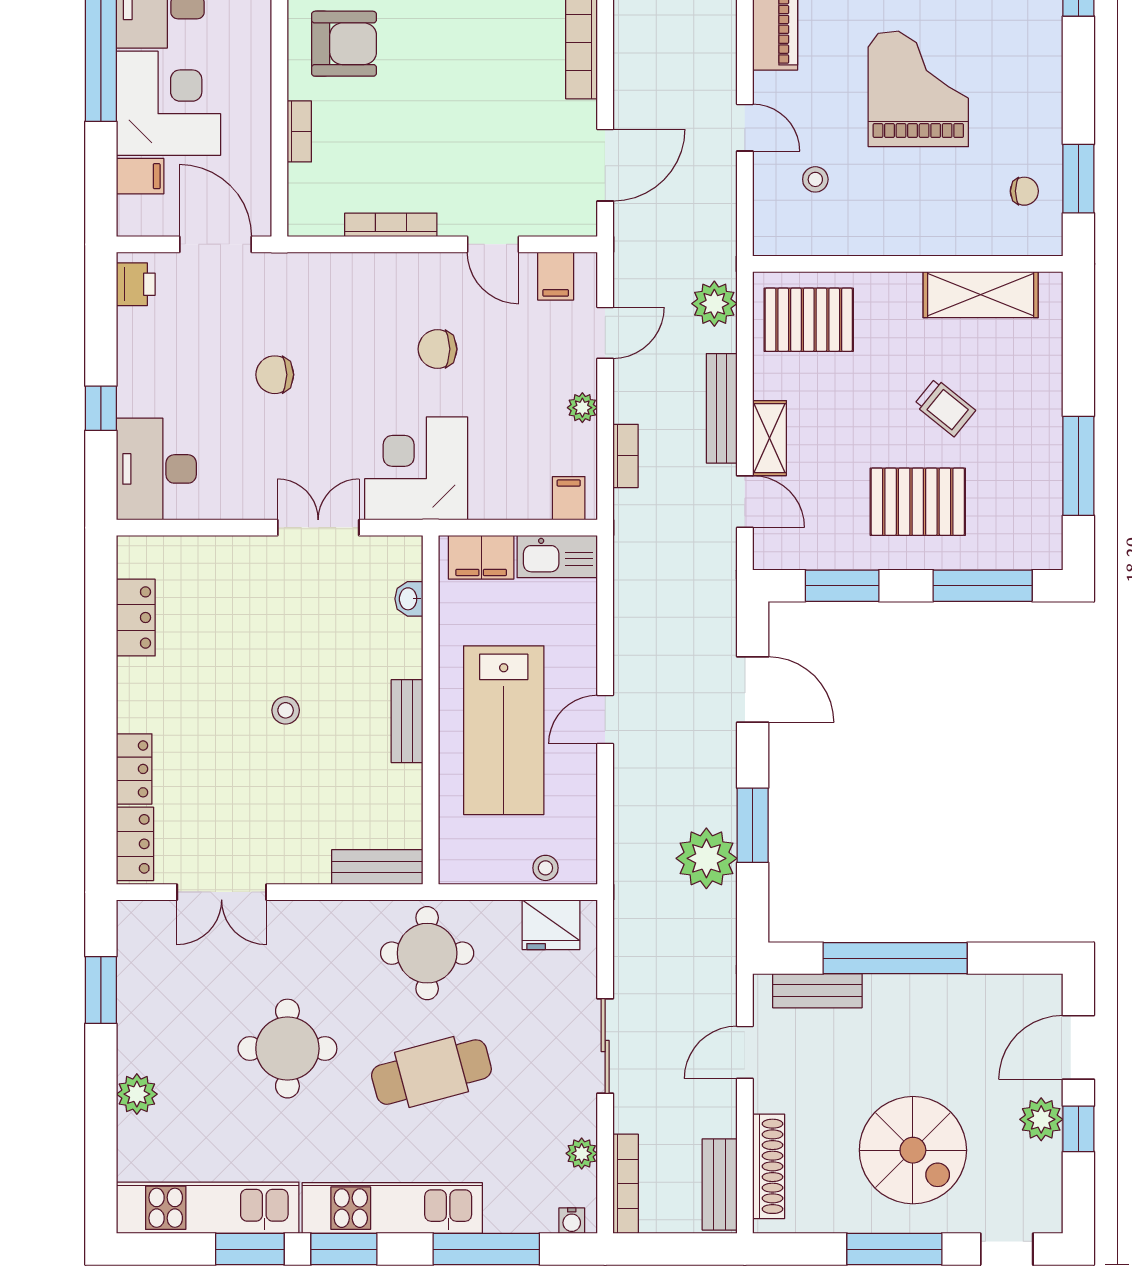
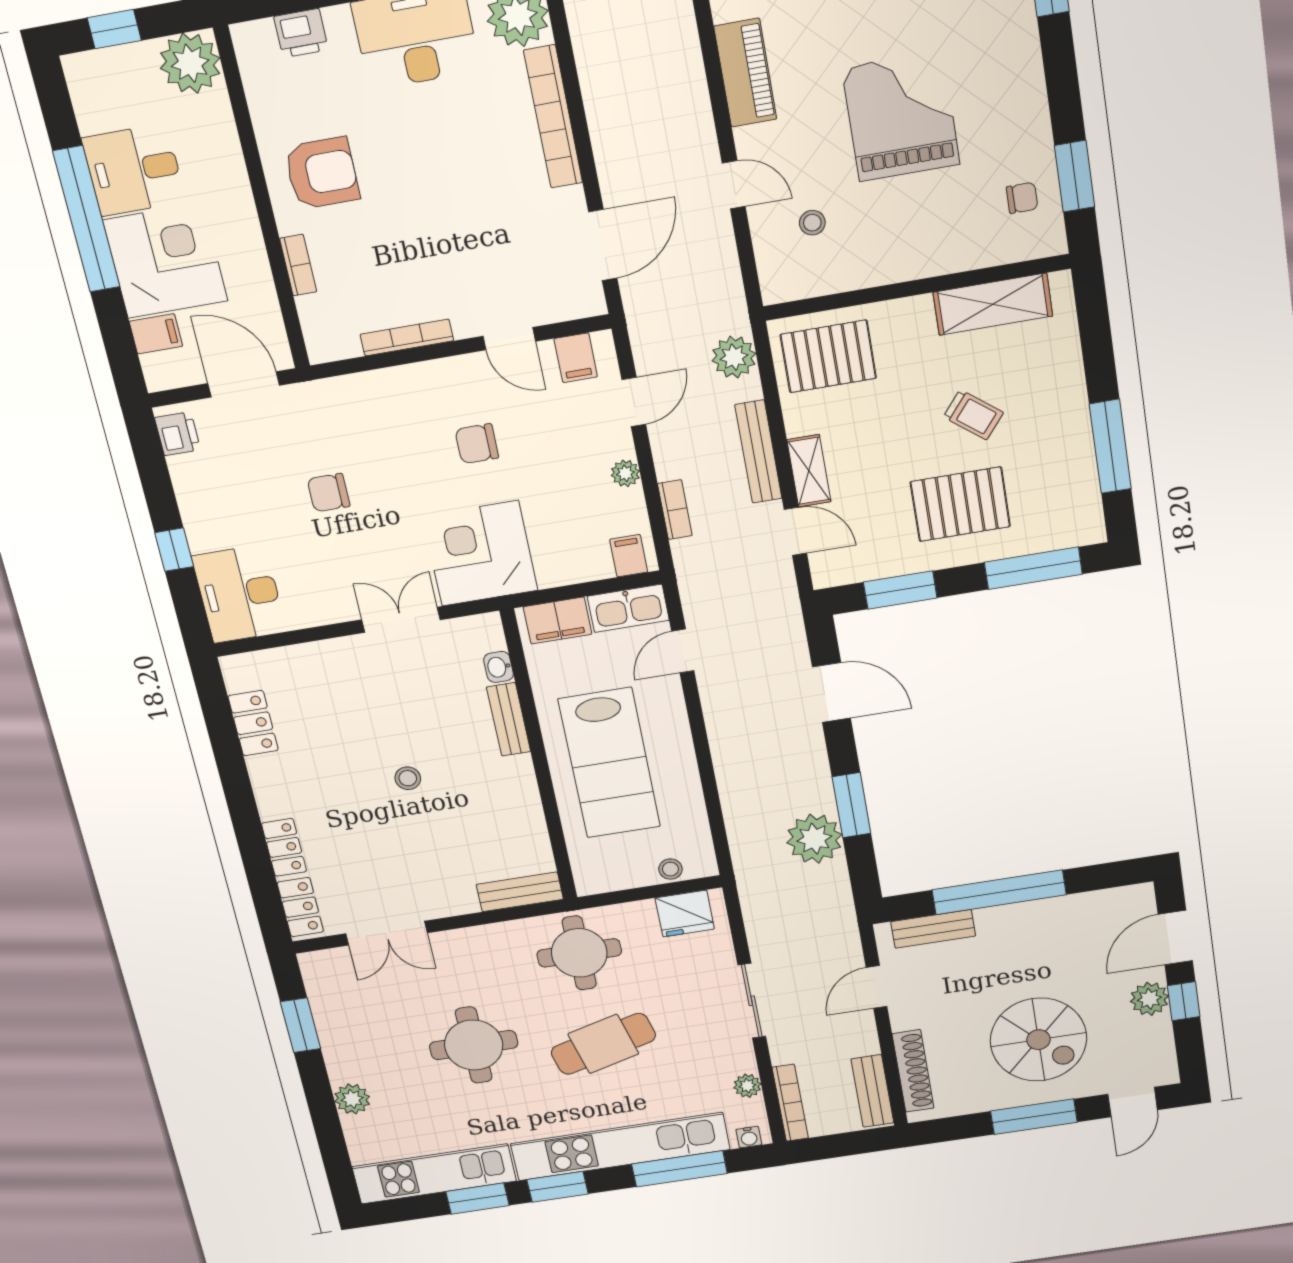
door: (605, 720) -> (683, 651), moved
bench: (407, 721) -> (509, 719), moved
kitchen unit: (392, 1208) -> (620, 1147), width x1.36

